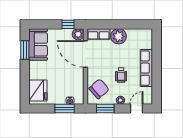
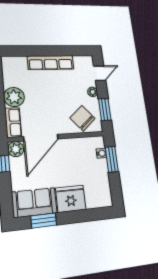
wheelchair: (121, 75) -> (62, 92), removed
fridge: (38, 90) -> (71, 199), moved
door: (137, 108) -> (100, 73), swing flipped

